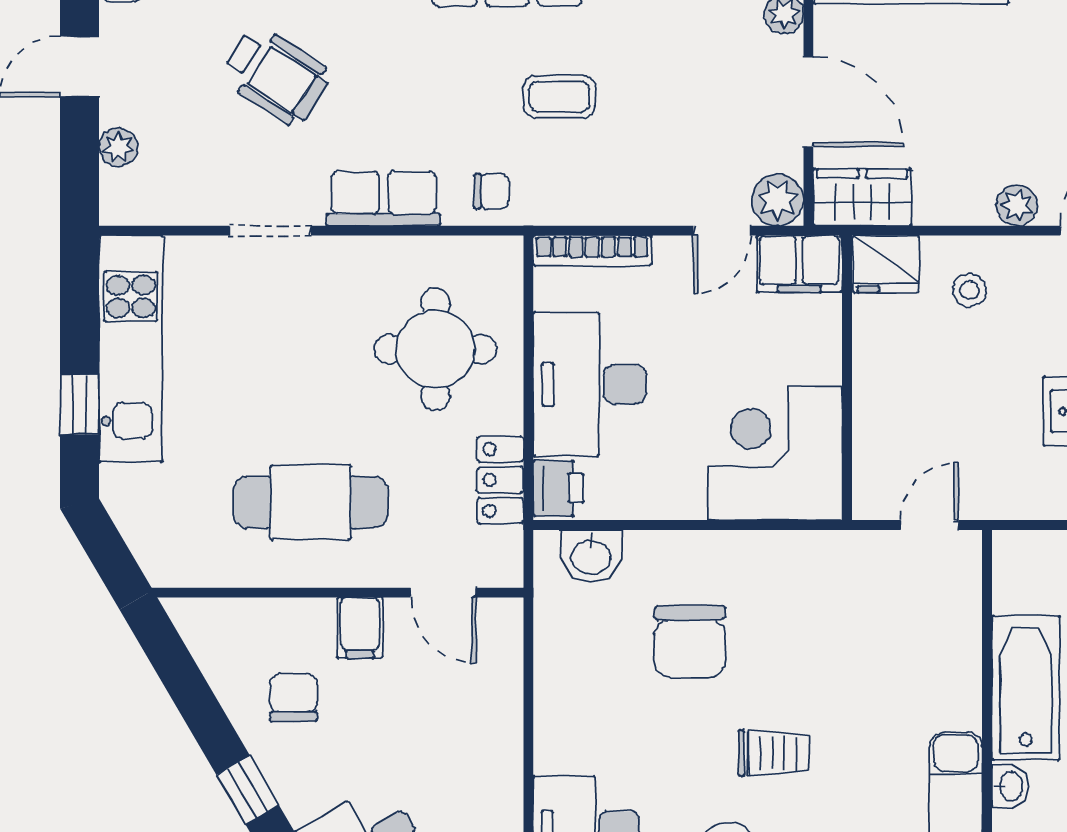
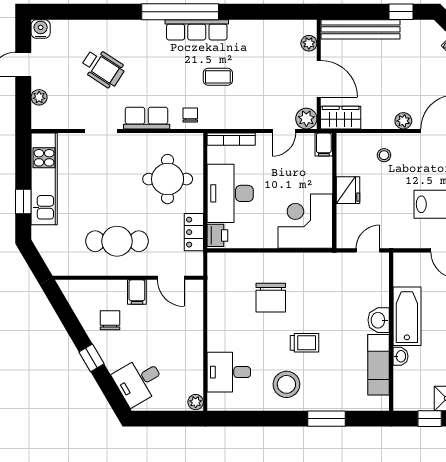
chair: (491, 191) -> (190, 115), turned -90
filing cabinet: (799, 264) -> (324, 145), width x0.50
fridge: (886, 264) -> (348, 190), moved, turned -90
washbasin: (591, 556) -> (379, 320), moved, turned 90

